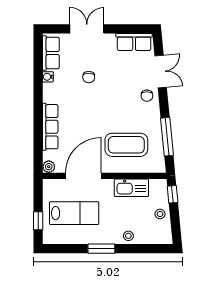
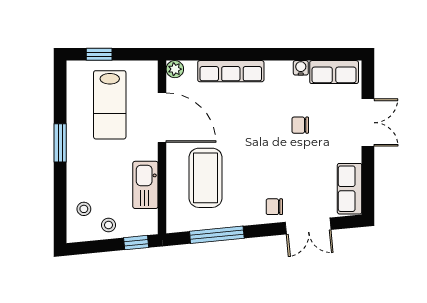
stool: (128, 236) -> (84, 209), moved

